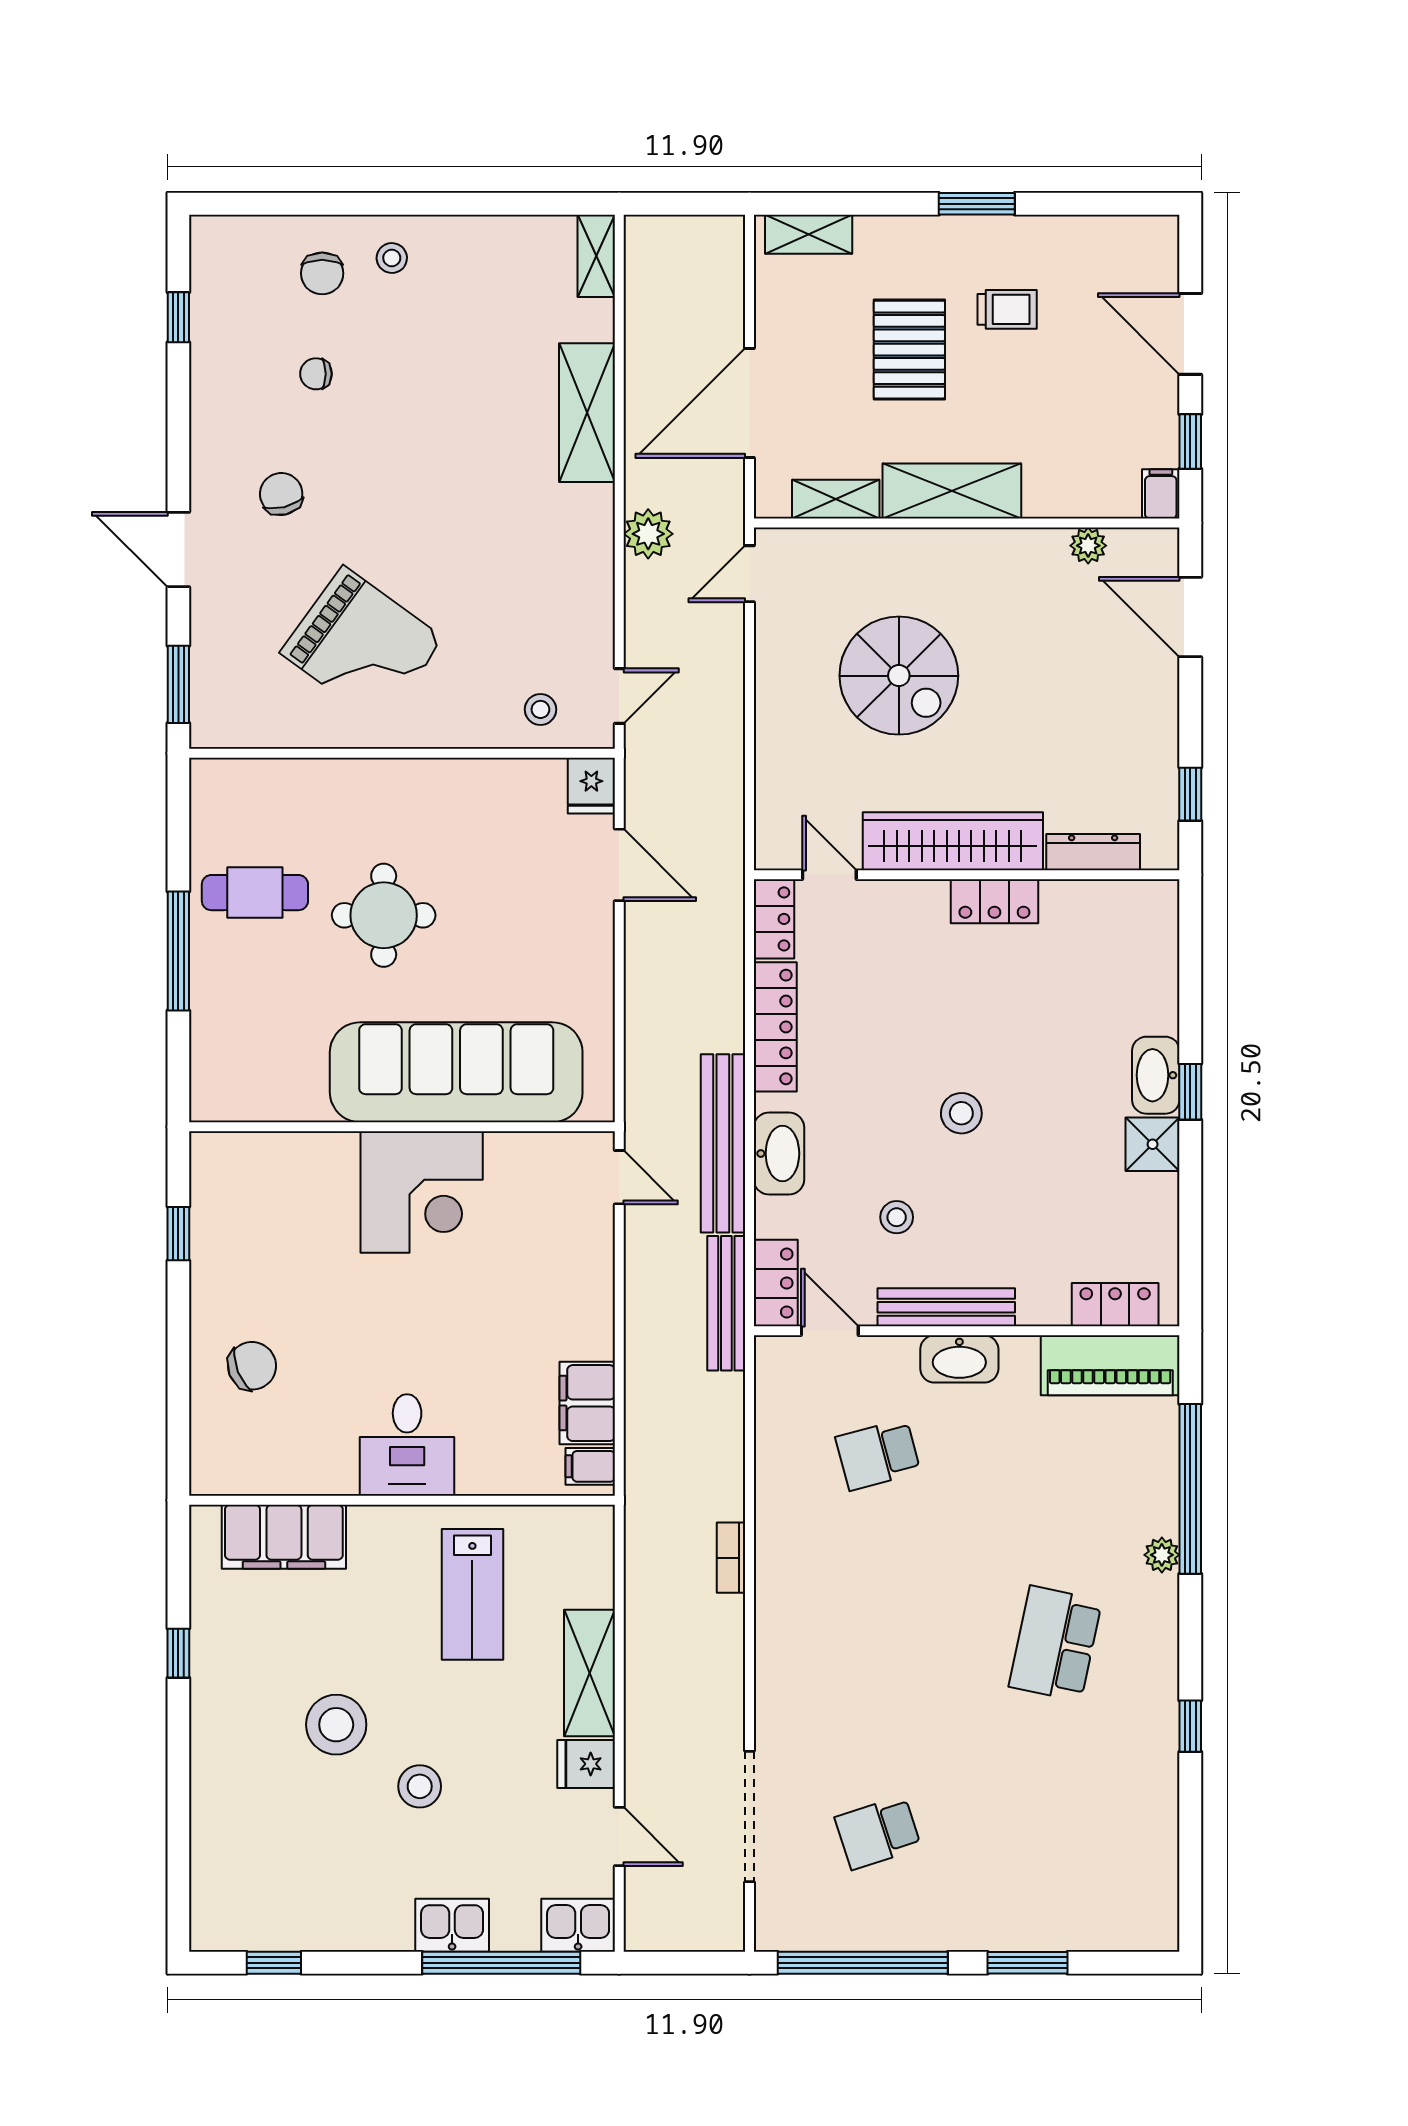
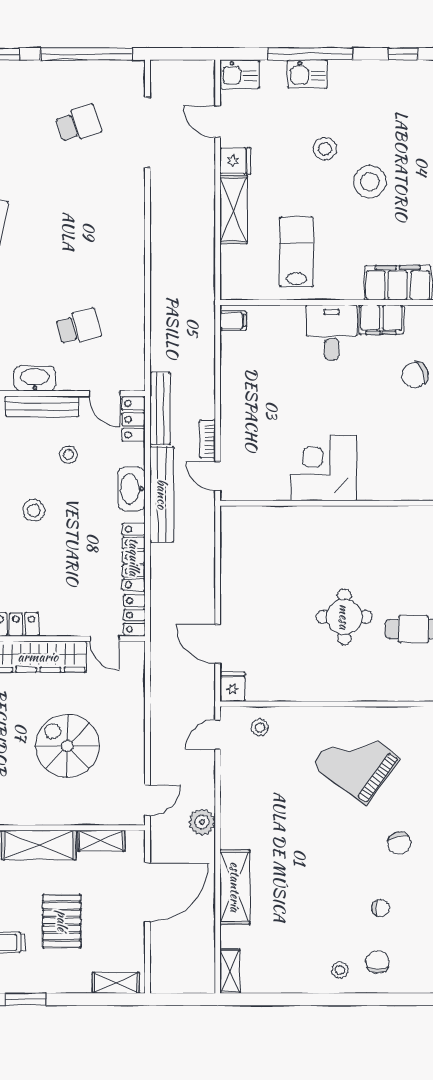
sofa: (456, 1072) -> (305, 533), removed
filing cabinet: (587, 1403) -> (381, 320), moved, turned 90
bookcase: (731, 1558) -> (208, 439), moved, turned 180
window: (501, 1963) -> (310, 54), moved

